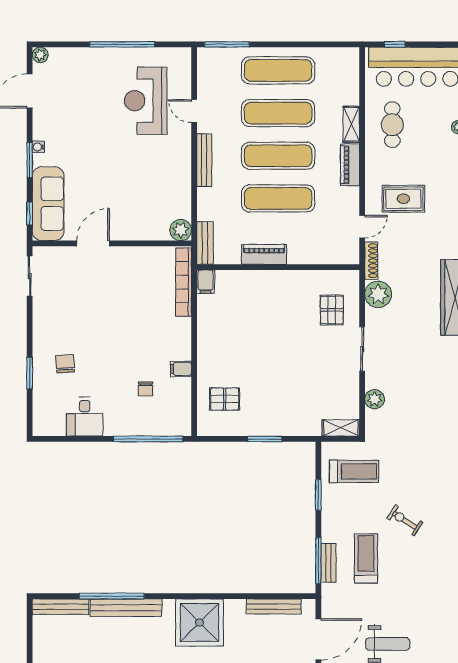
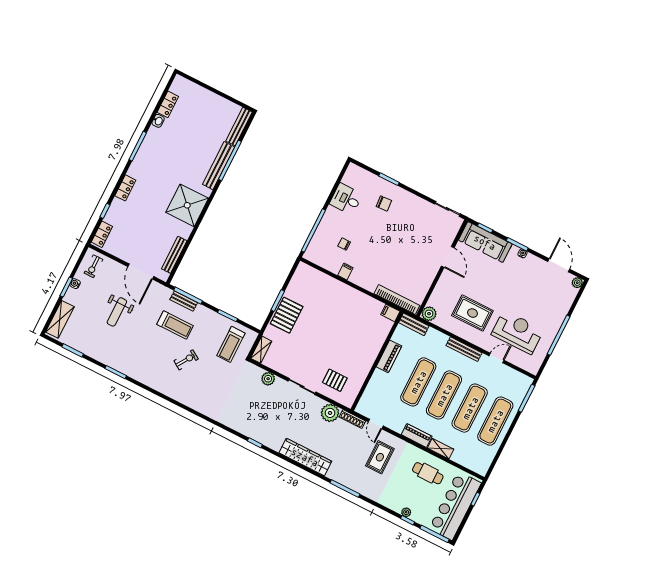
rug: (151, 173) -> (472, 313), added
pallet: (225, 399) -> (287, 315), moved, width x1.50, depth x1.42

